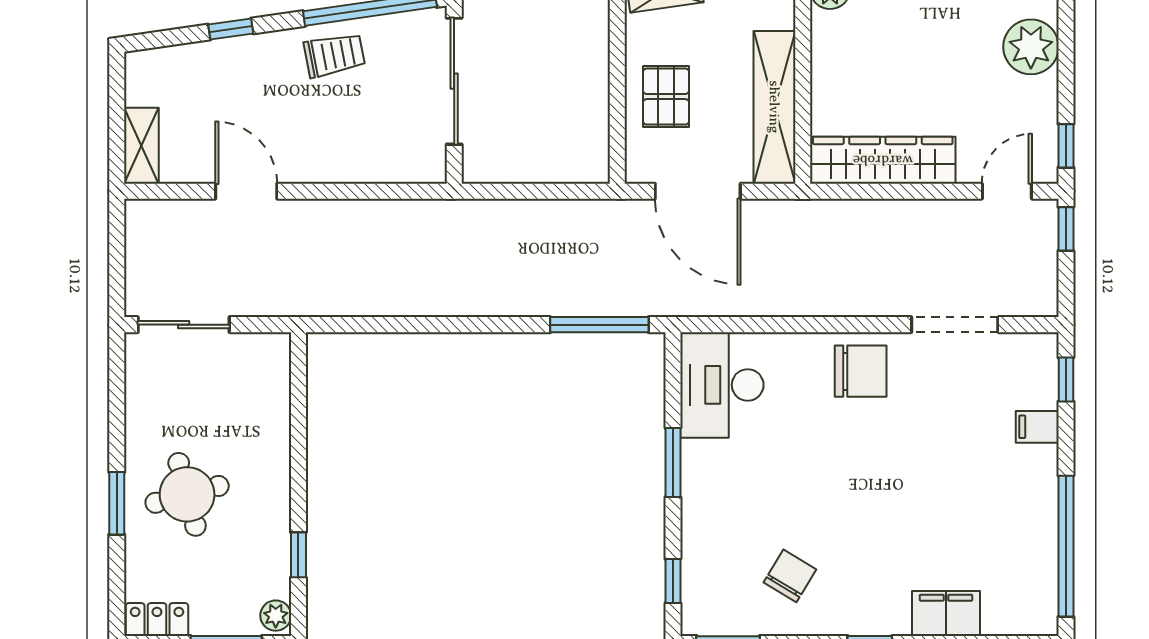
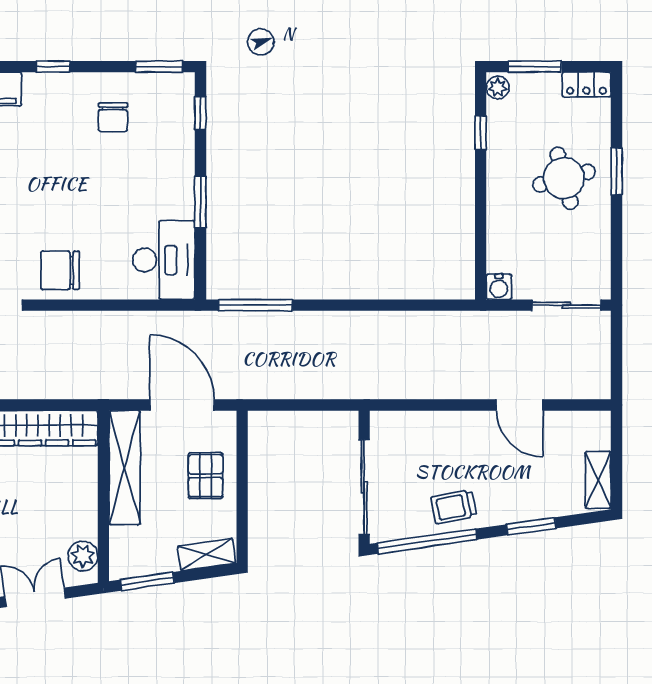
window: (231, 29) -> (531, 526), width x1.50
shelving: (141, 146) -> (598, 480), moved
water cooler: (274, 349) -> (499, 287), added
chair: (790, 576) -> (113, 117), turned -31

